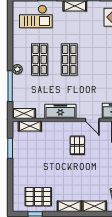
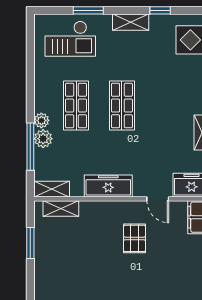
plant: (18, 81) -> (43, 139), added

